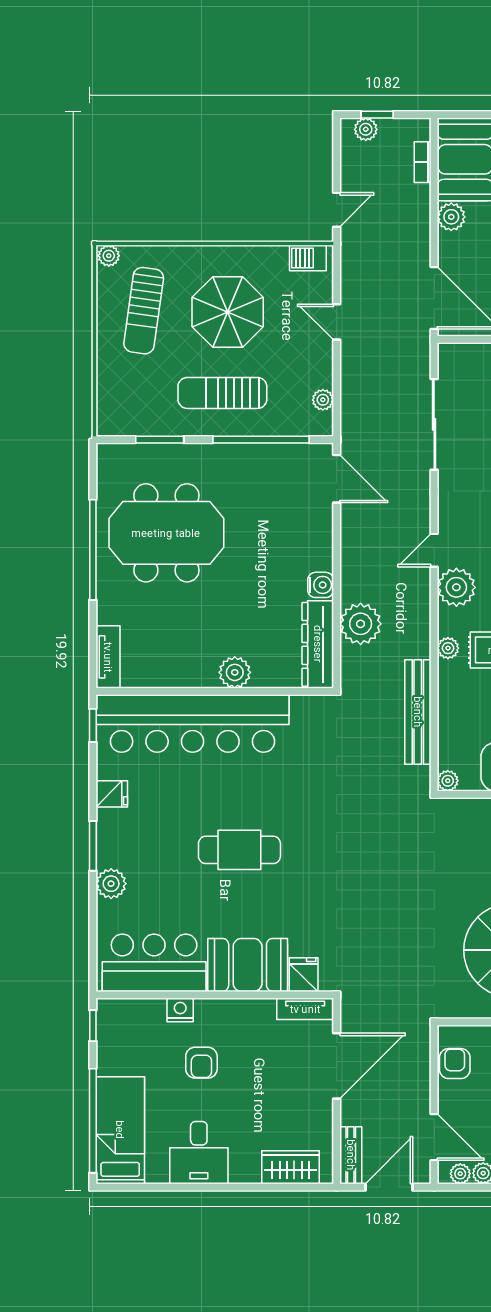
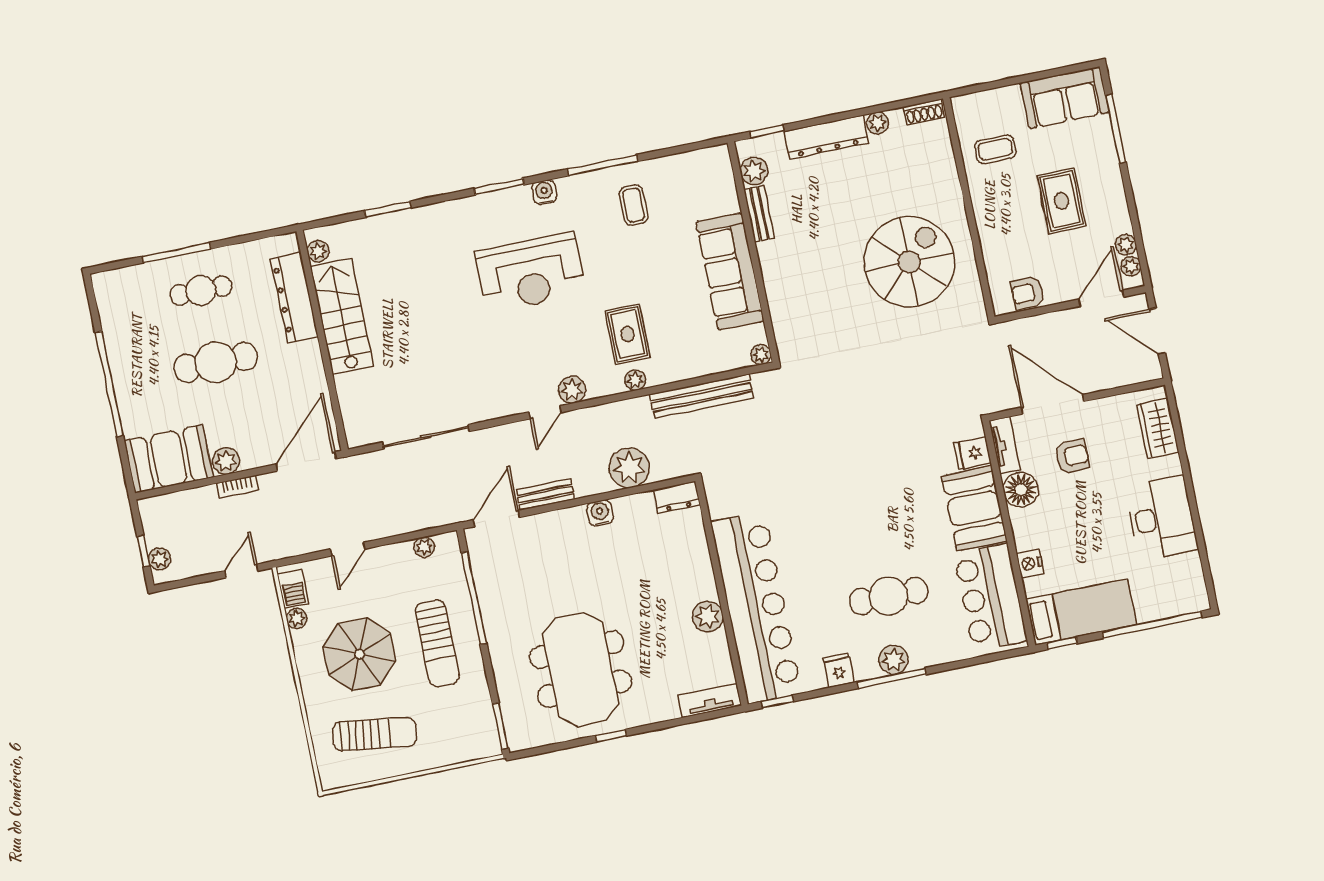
bookcase: (423, 162) -> (237, 487), moved
door: (337, 210) -> (241, 571), hinge flipped
plant: (109, 256) -> (297, 618), moved
window: (160, 440) -> (500, 726), moved
window: (93, 550) -> (611, 736), width x0.32
door: (434, 550) -> (545, 412), hinge flipped
plant: (456, 587) -> (572, 390), width x0.73, depth x0.73
dresser: (318, 644) -> (677, 497), width x0.51, depth x0.80
plant: (235, 672) -> (708, 617), moved
window: (93, 846) -> (892, 678), width x1.44
cafe table: (239, 850) -> (889, 596), moved, turned 90
plant: (111, 884) -> (893, 660), moved
floor lamp: (257, 1016) -> (1021, 490), added
armchair: (201, 1063) -> (1072, 456), moved
bed: (120, 1130) -> (1081, 612), moved, turned 180
desk: (199, 1153) -> (1162, 518), width x1.37
bench: (351, 1155) -> (545, 495), moved

